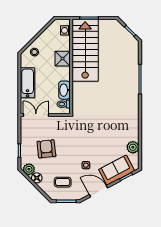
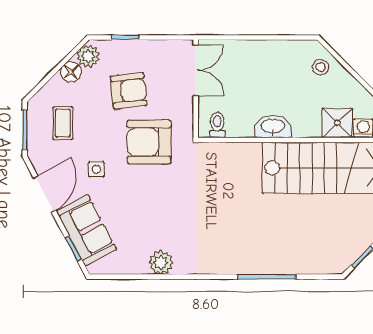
shower: (63, 59) -> (337, 123), moved
bathtub: (28, 83) -> (259, 54), removed
washbasin: (64, 90) -> (273, 127), moved
armchair: (72, 139) -> (149, 142), added
plant: (133, 147) -> (161, 262), moved

